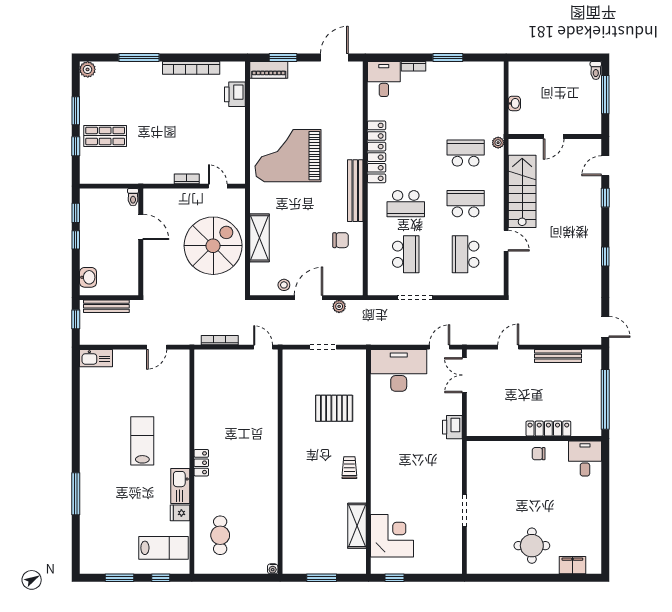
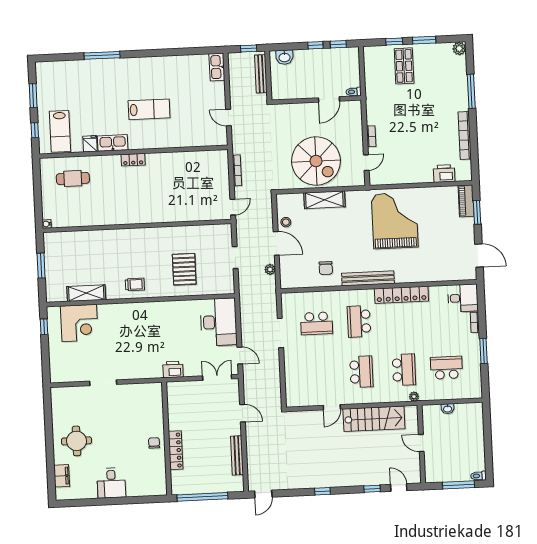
school desk: (466, 254) -> (446, 368), moved
desk: (585, 459) -> (111, 483), moved, turned 90

